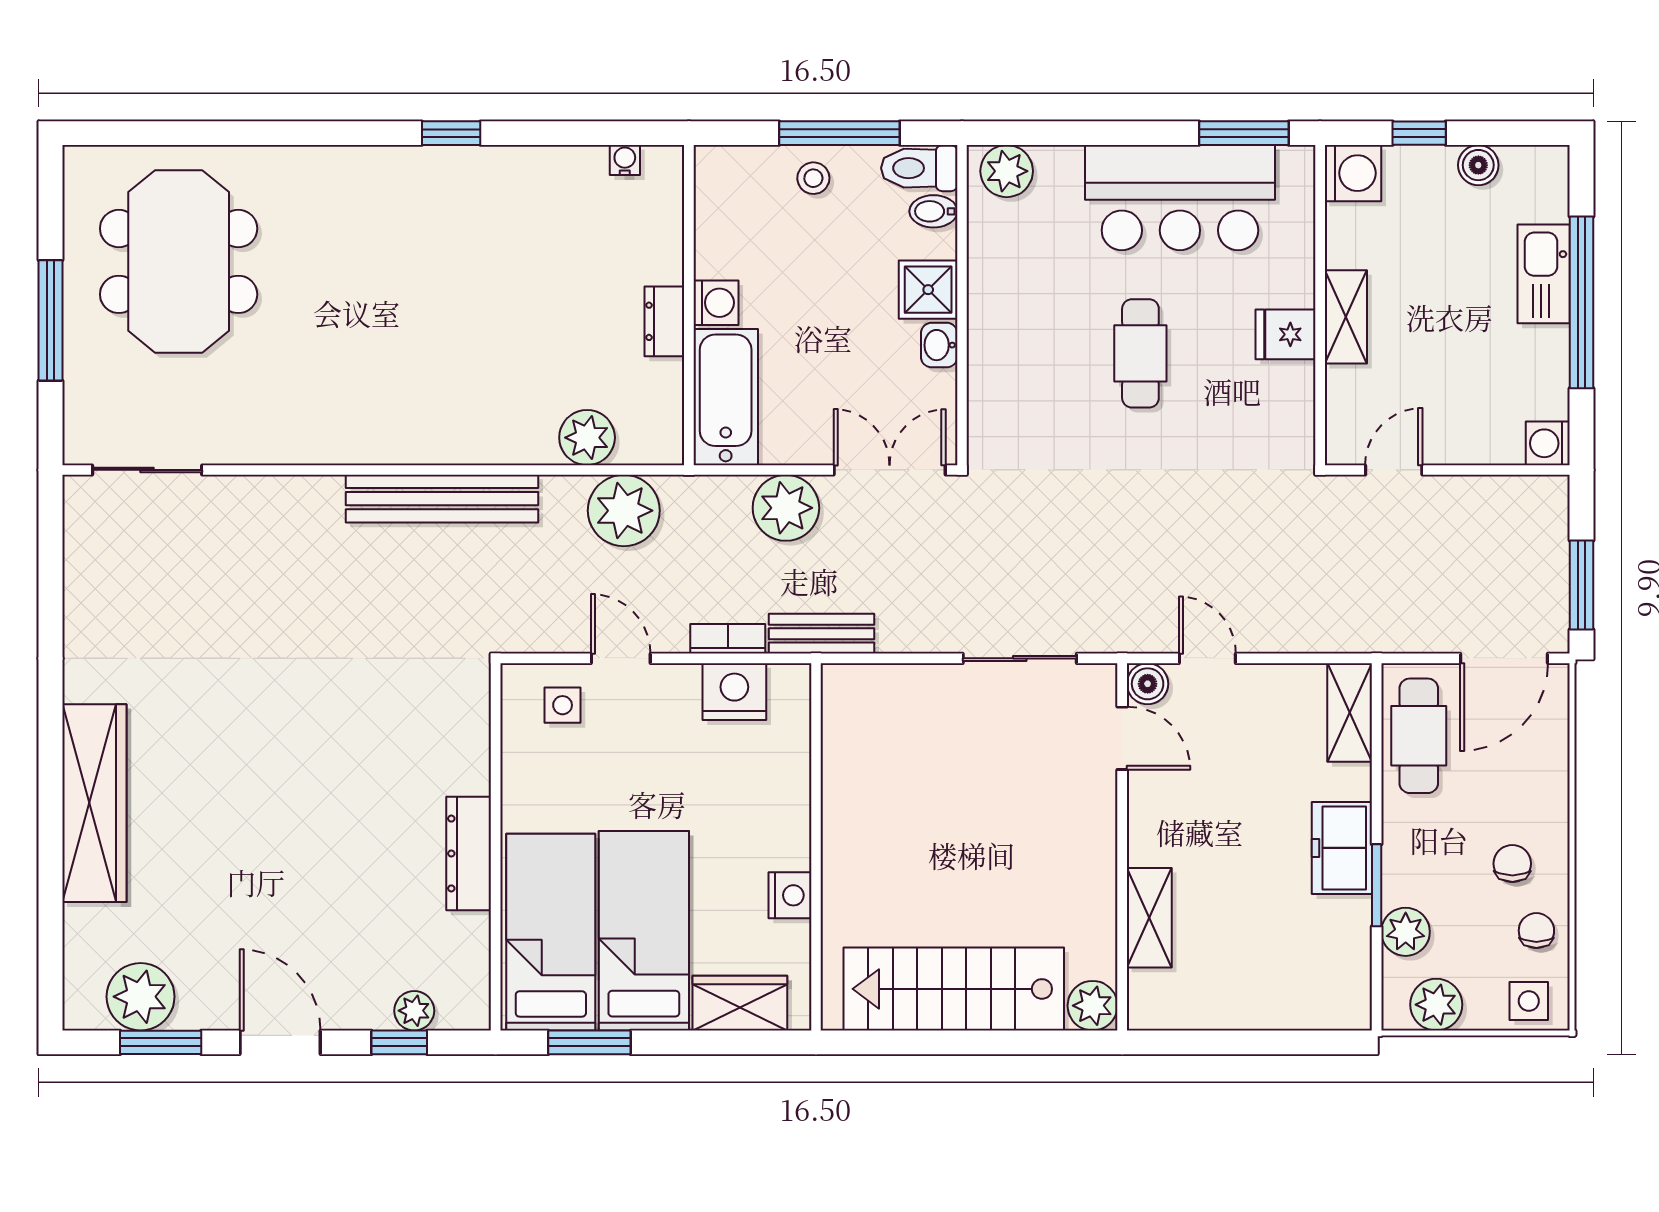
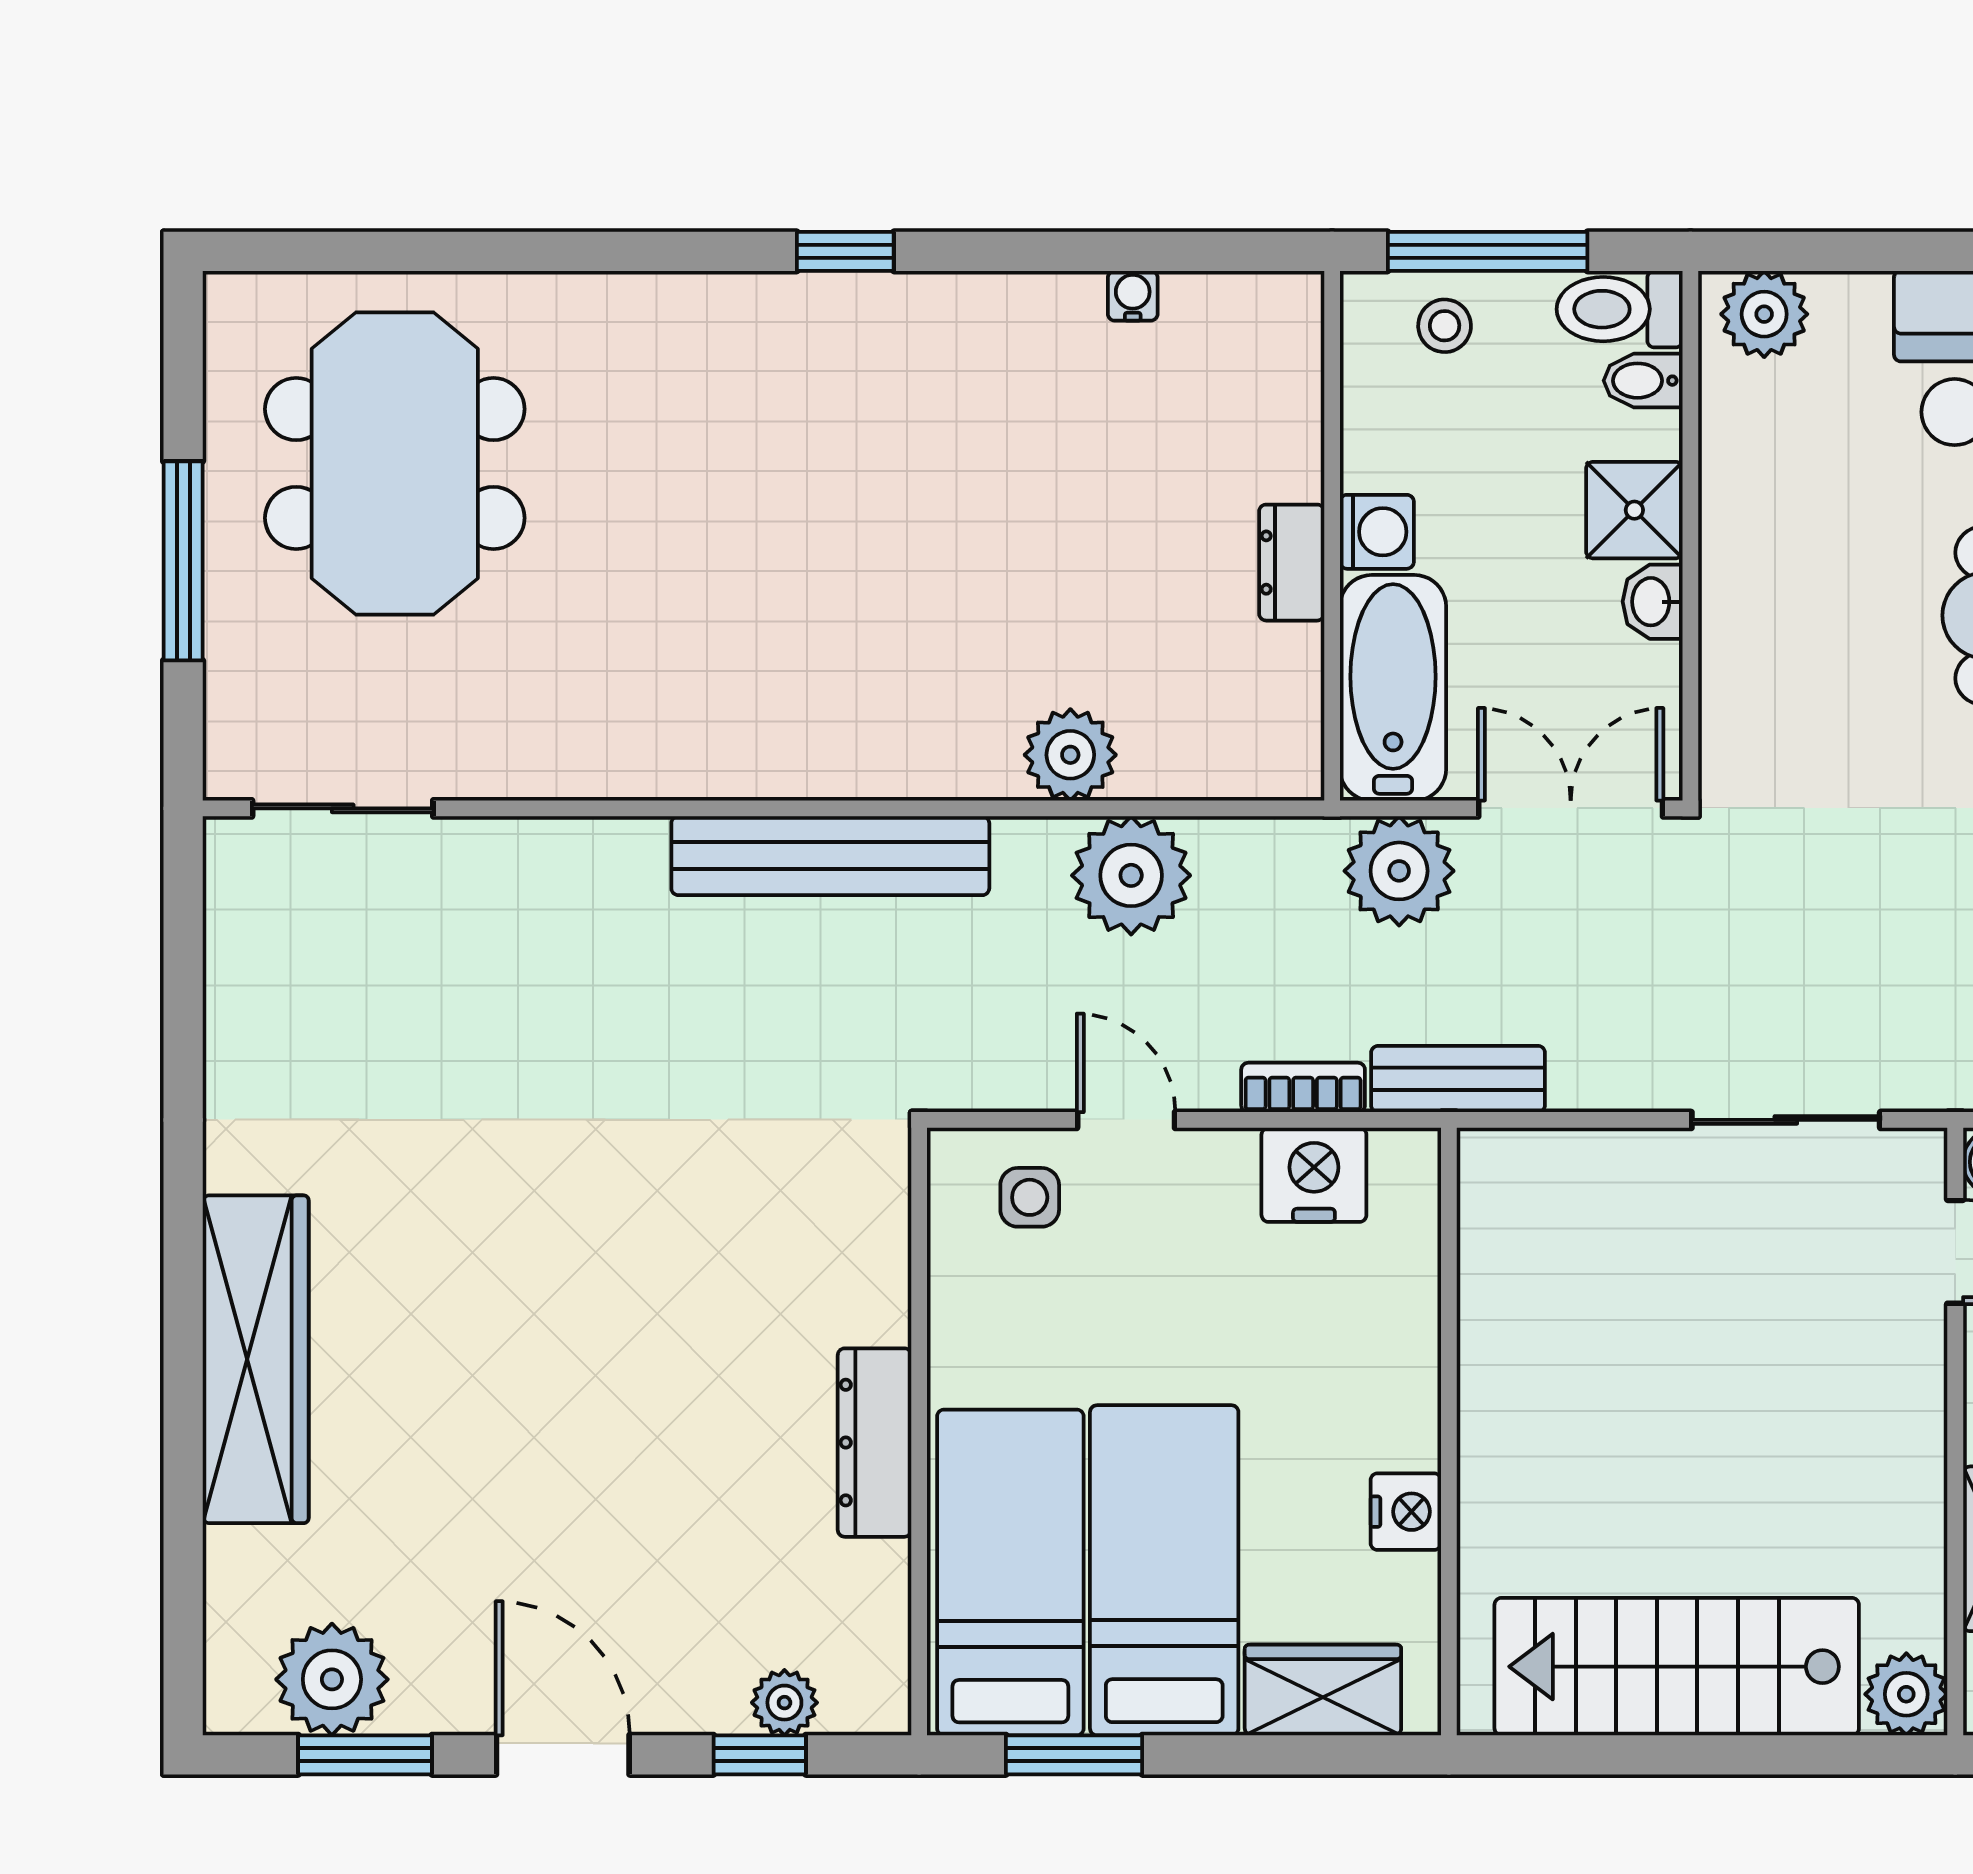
washing machine: (716, 303) -> (1377, 532), moved
wall: (689, 305) -> (1332, 536), moved
dresser: (664, 321) -> (1292, 563), moved
bathtub: (726, 397) -> (1393, 688), moved

